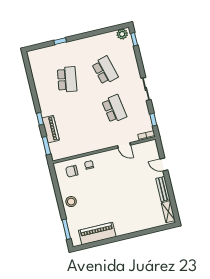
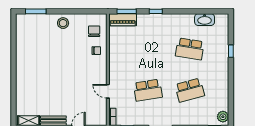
washbasin: (37, 72) -> (205, 20), added
piano: (51, 129) -> (123, 20), moved
door: (124, 145) -> (108, 91), hinge flipped
piano: (97, 234) -> (24, 42), removed

